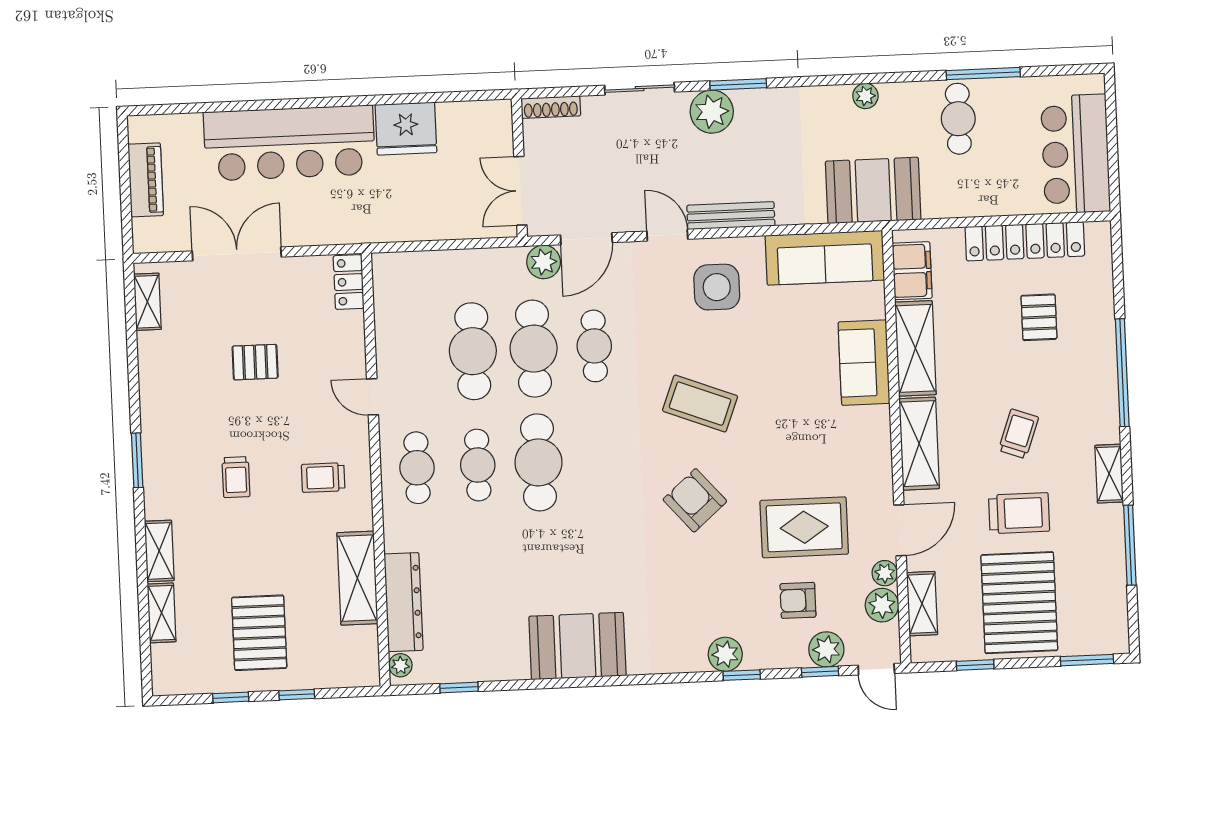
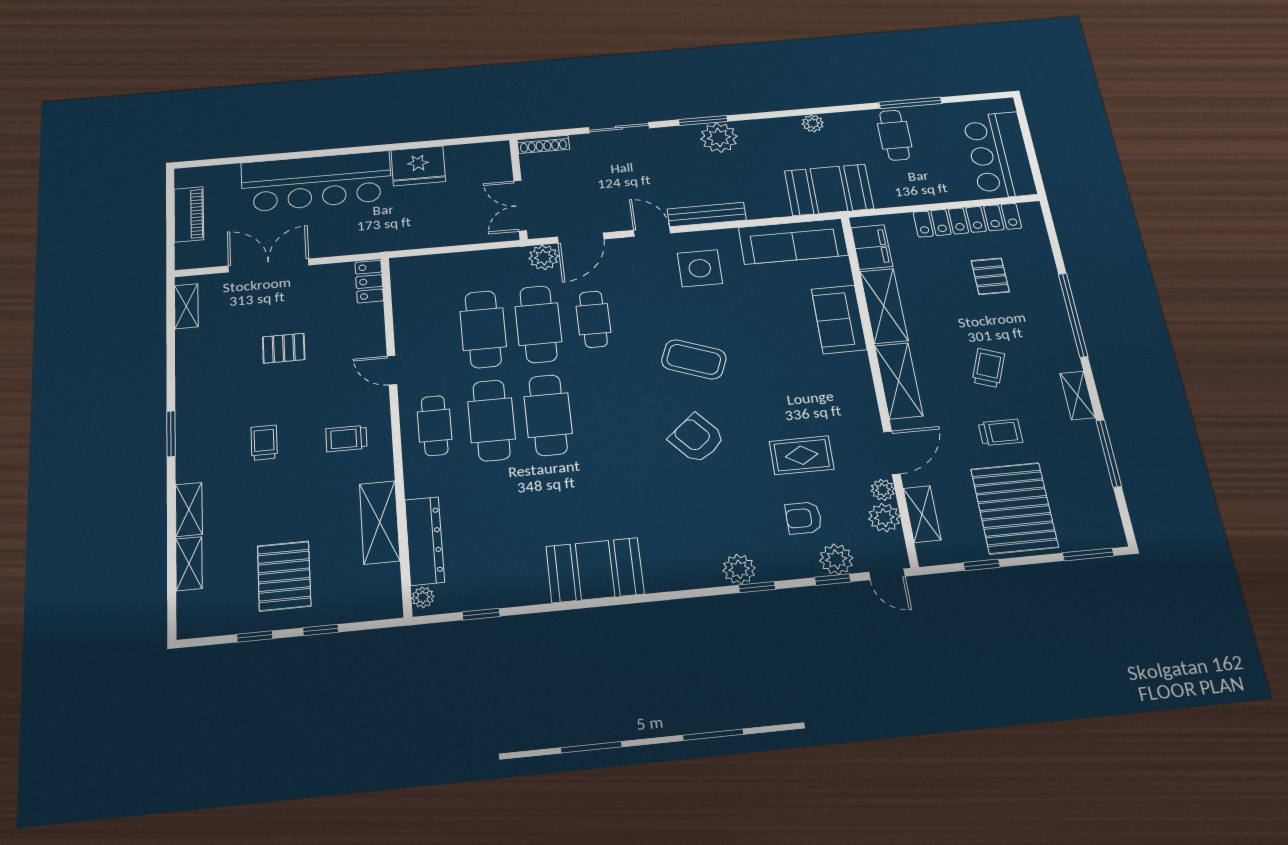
plant: (712, 112) -> (719, 138), moved
cafe table: (478, 465) -> (491, 420), width x1.37, depth x1.35
trolley: (236, 477) -> (264, 443), turned 180
trolley: (1019, 513) -> (1000, 432), width x0.73, depth x0.72
rug: (804, 527) -> (802, 455), width x0.73, depth x0.70

